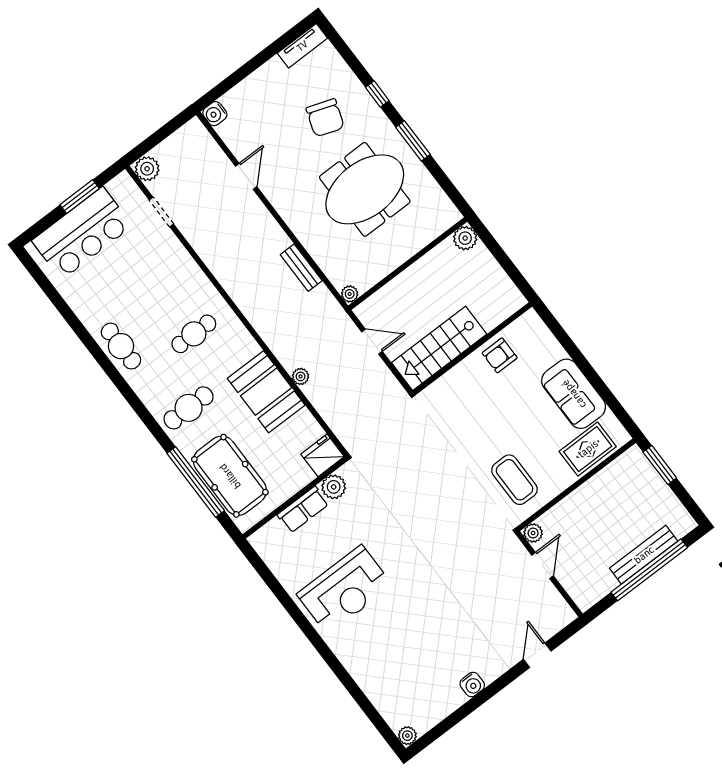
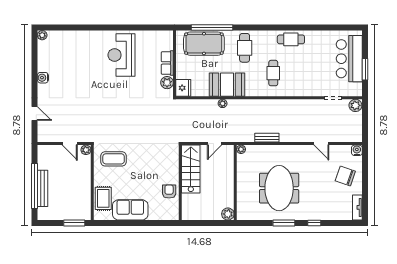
chair: (325, 118) -> (345, 176), moved

